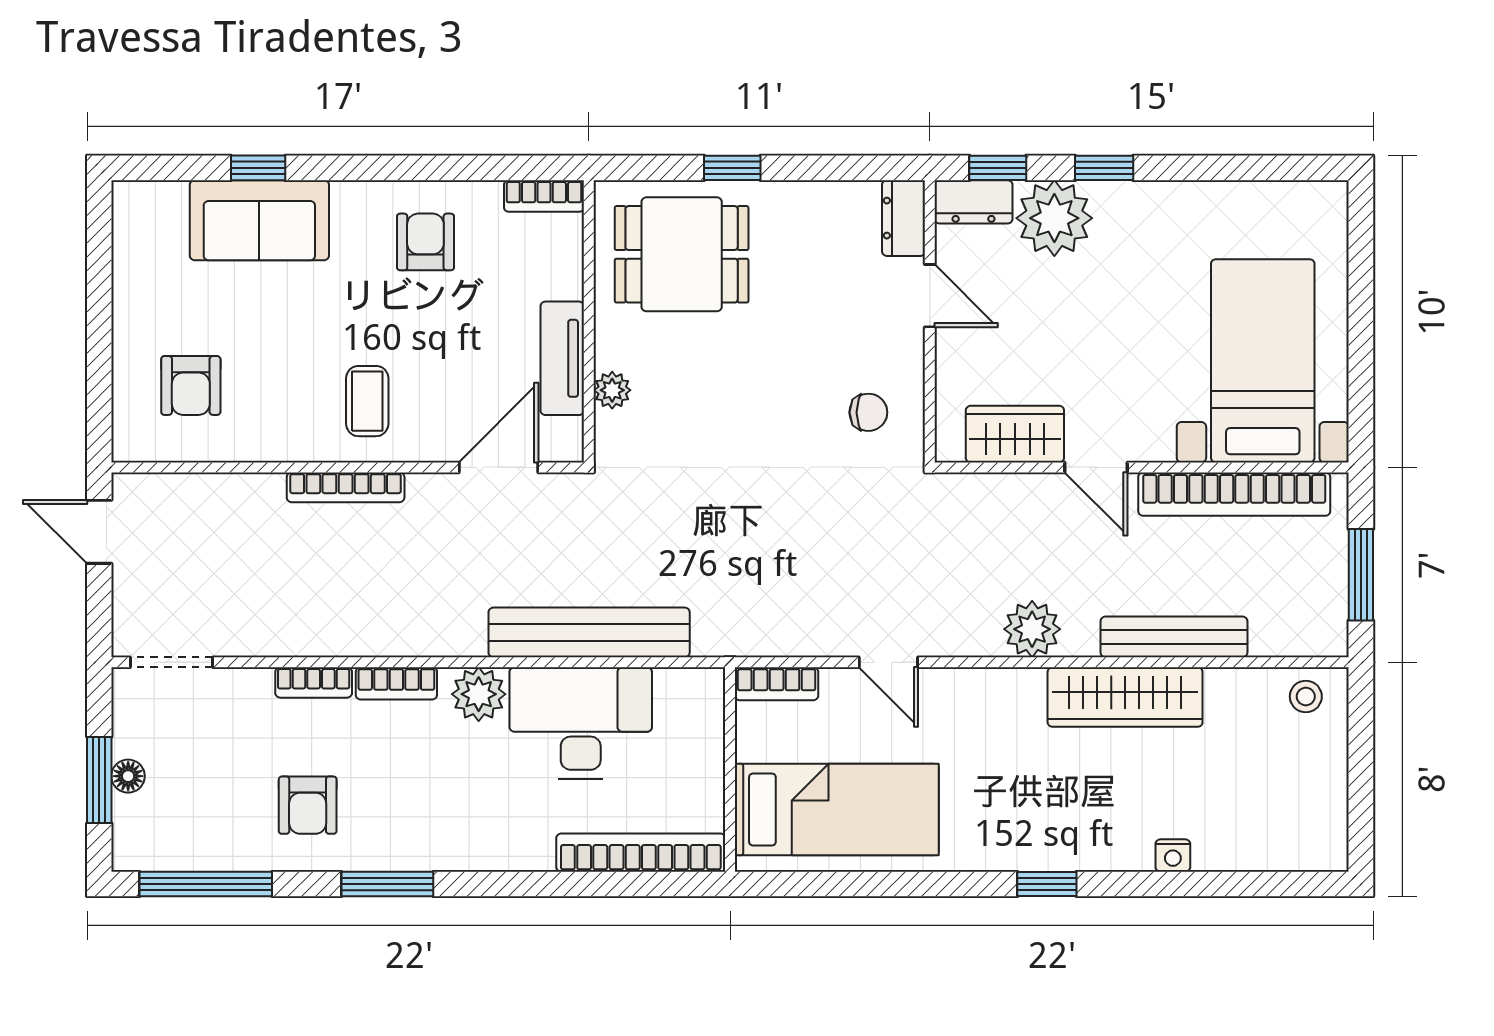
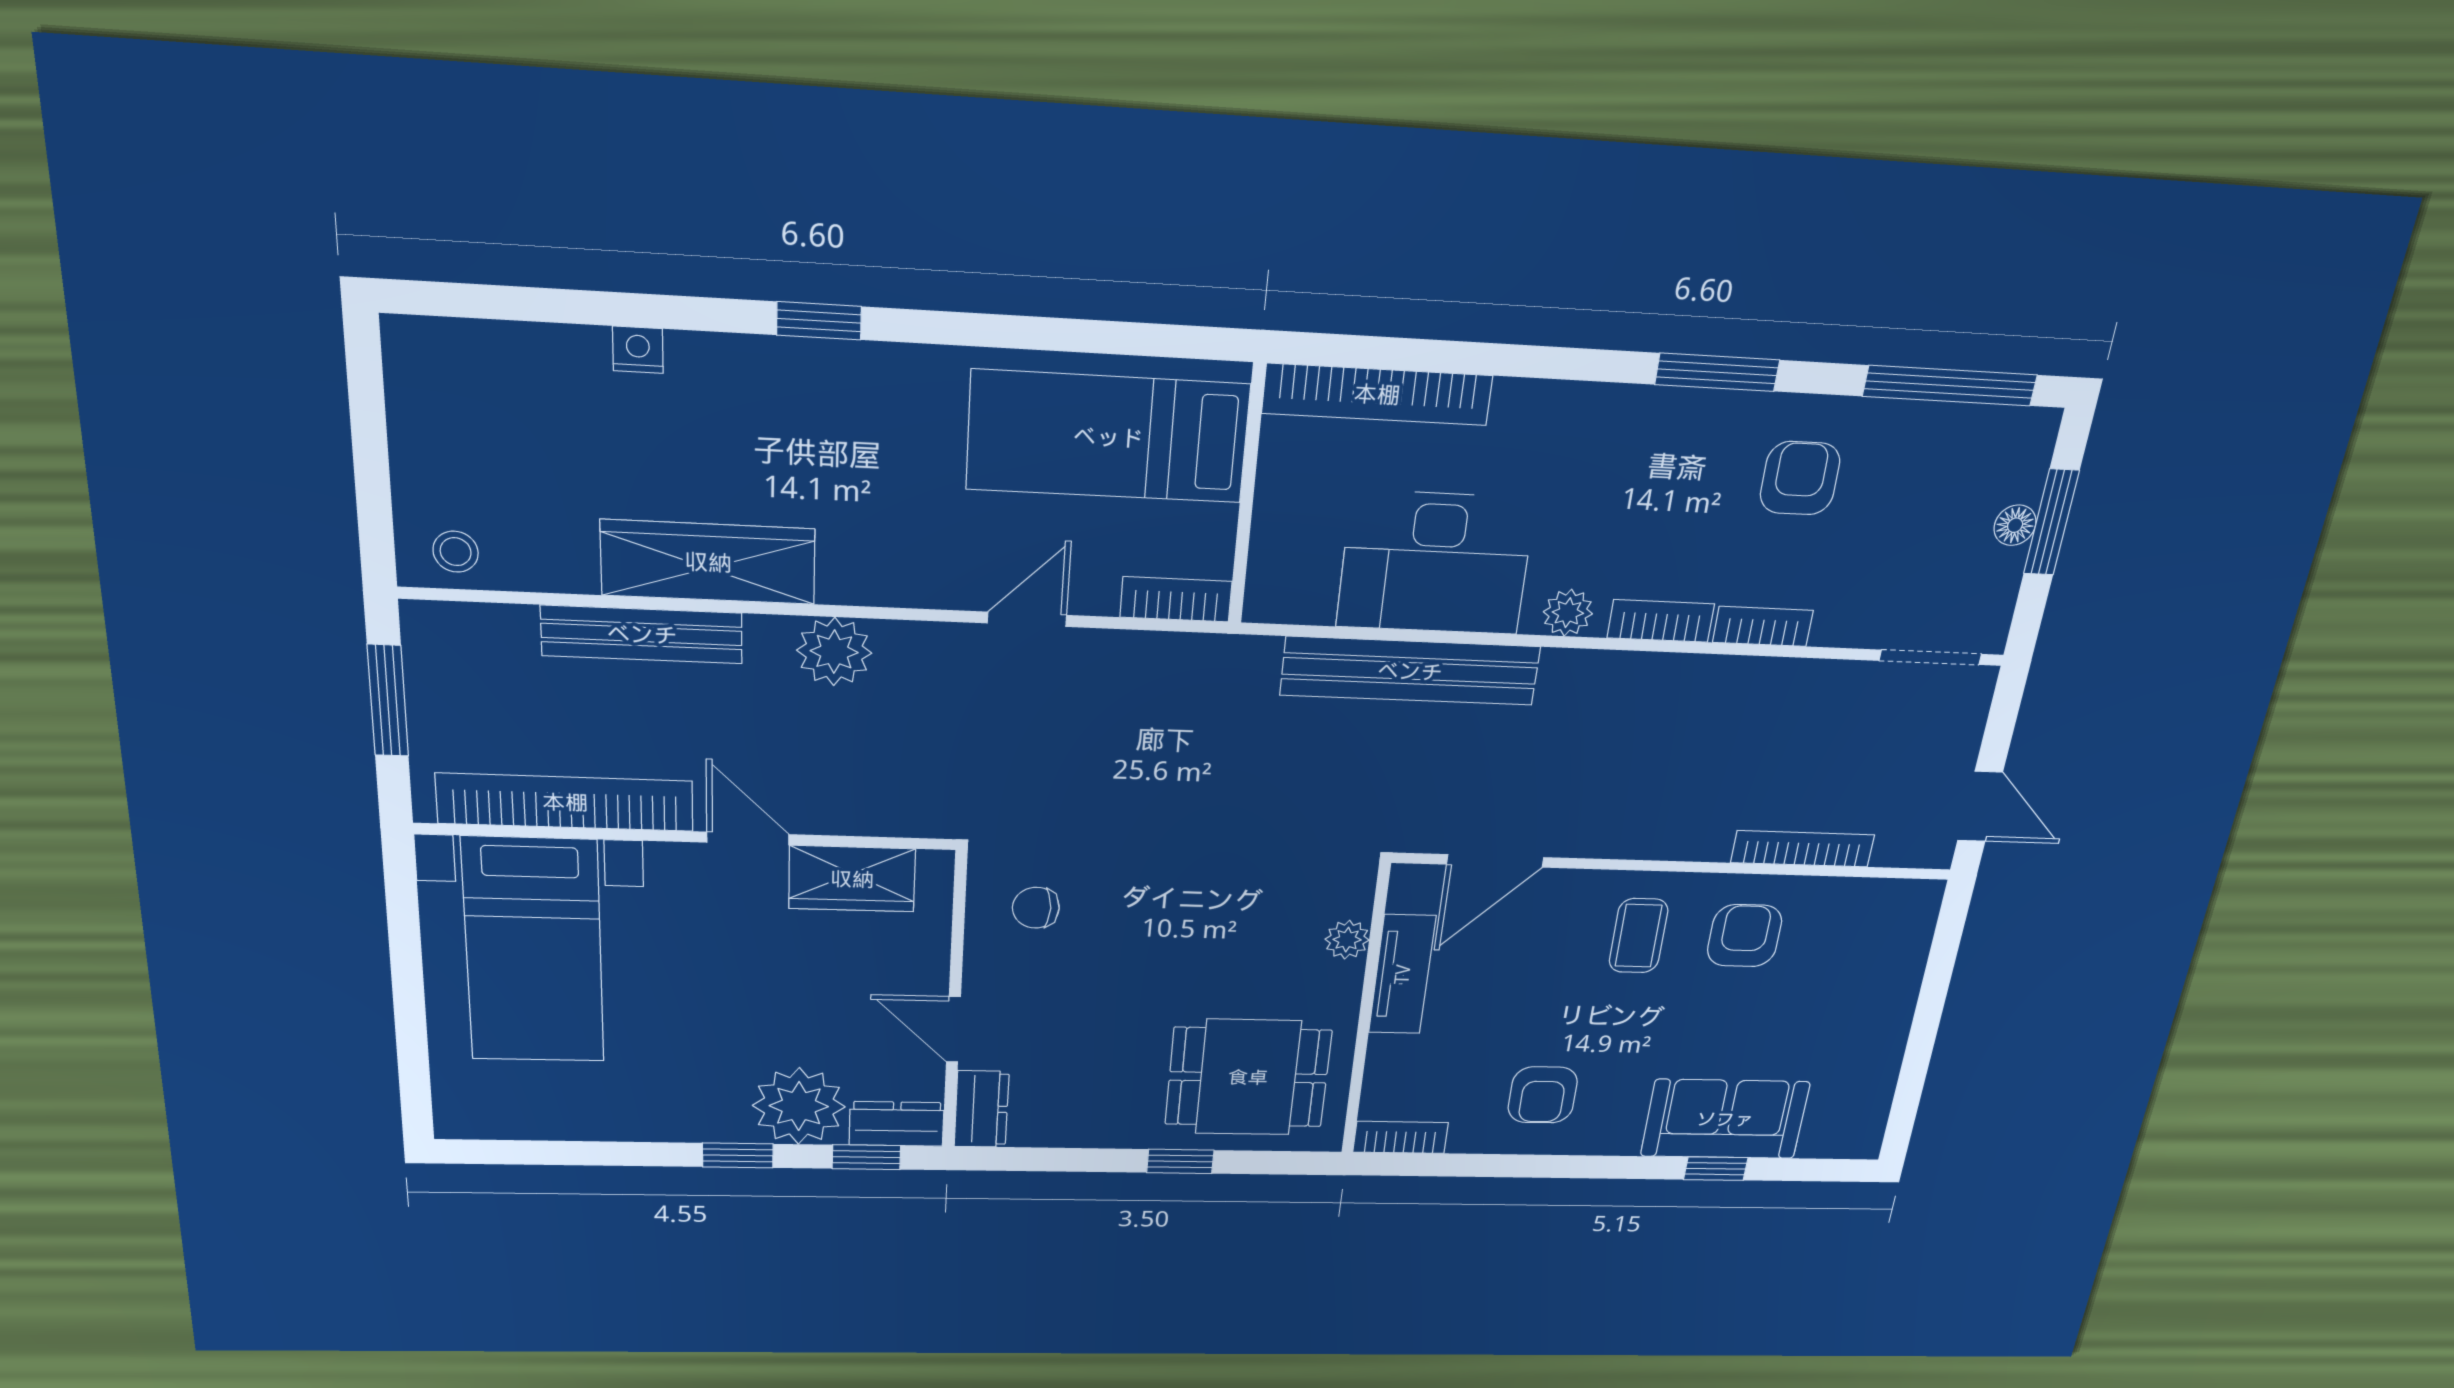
armchair: (191, 385) -> (1745, 936), moved
bookcase: (346, 487) -> (1803, 849), moved
door: (888, 662) -> (1027, 619), hinge flipped
plant: (479, 694) -> (1568, 613), width x0.73, depth x0.73

